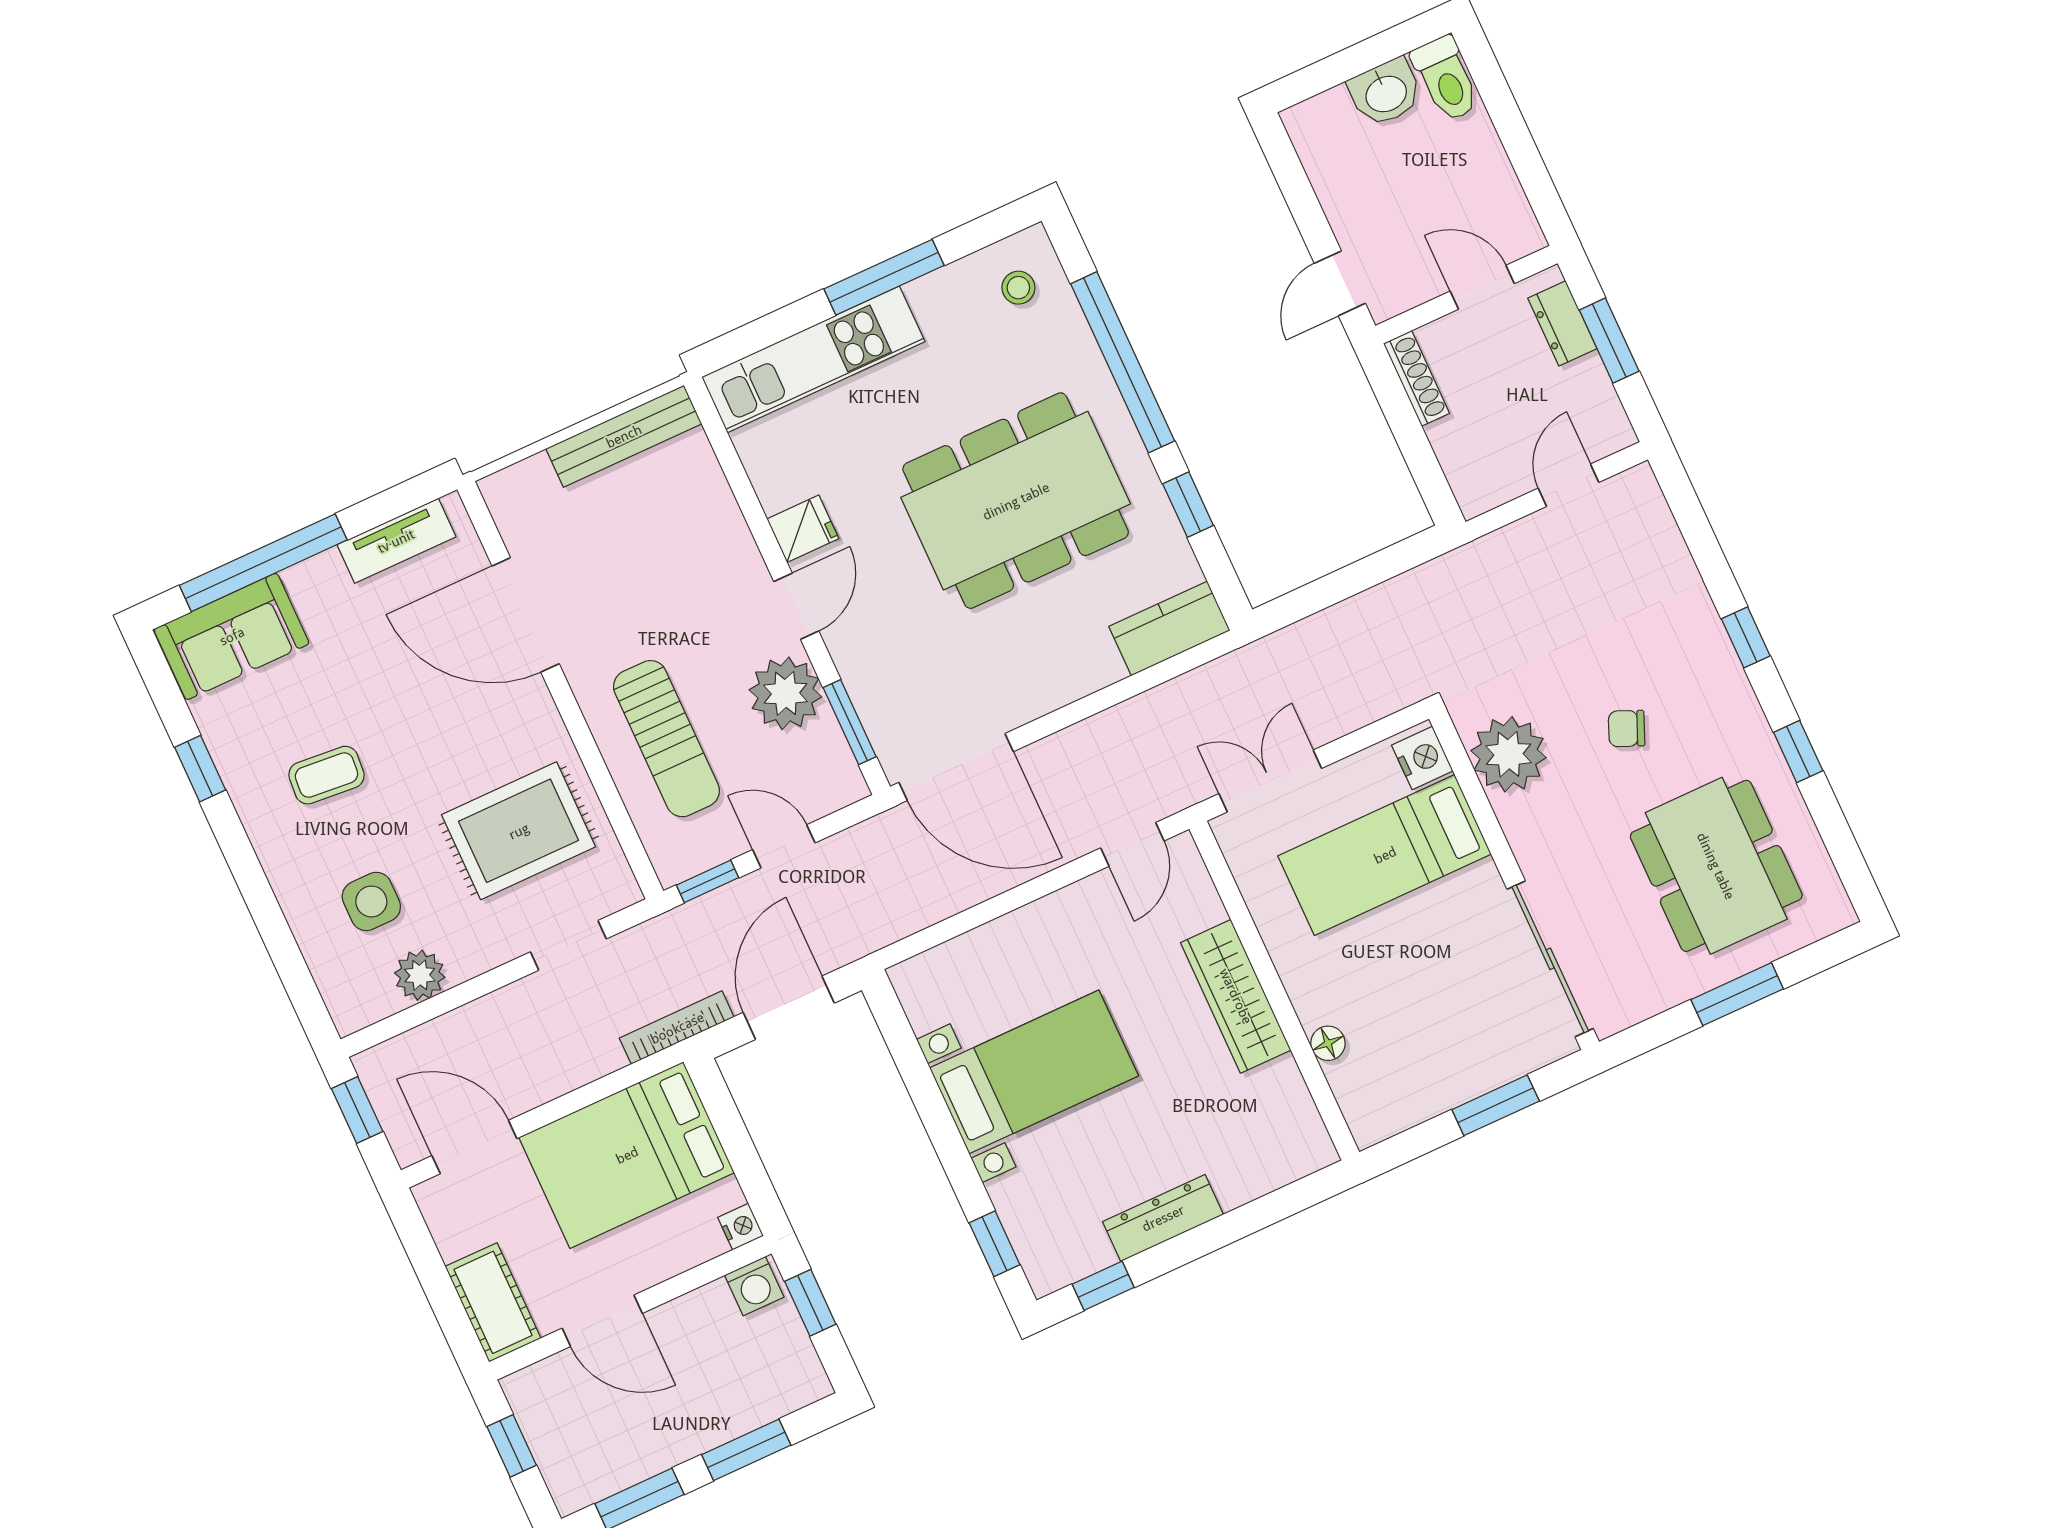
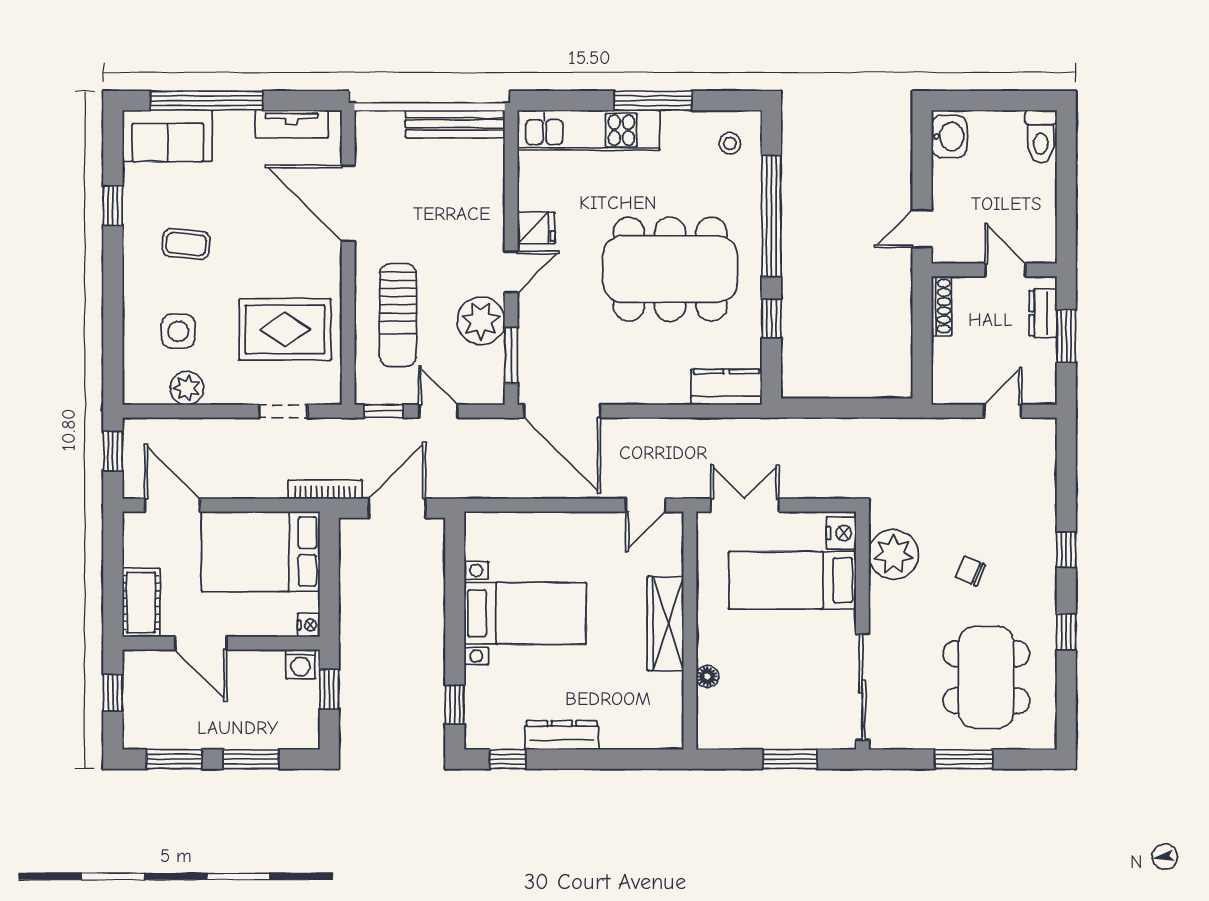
washbasin: (1386, 93) -> (949, 137), moved, turned -90

